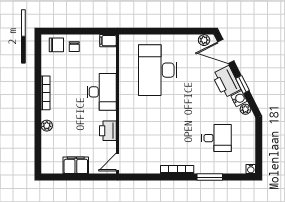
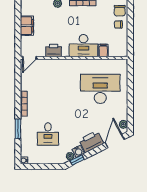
filing cabinet: (108, 41) -> (103, 50), moved
window: (242, 84) -> (77, 160), moved
door: (118, 162) -> (29, 58), swing flipped

